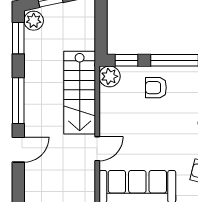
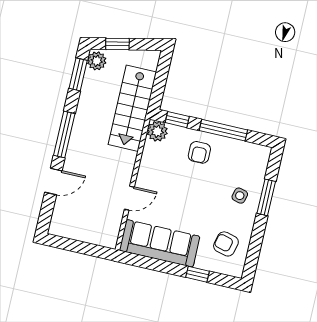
armchair: (156, 88) -> (199, 152), turned -90
stairs: (80, 93) -> (132, 108), moved

